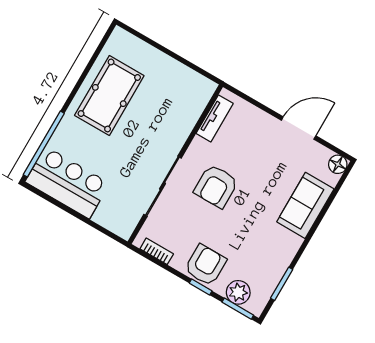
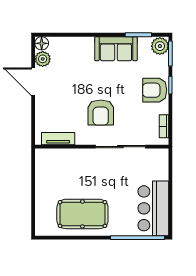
plant: (319, 155) -> (43, 59), added
armchair: (216, 186) -> (101, 113), turned 90
sofa: (305, 205) -> (116, 49), moved
plant: (238, 292) -> (160, 46), moved

